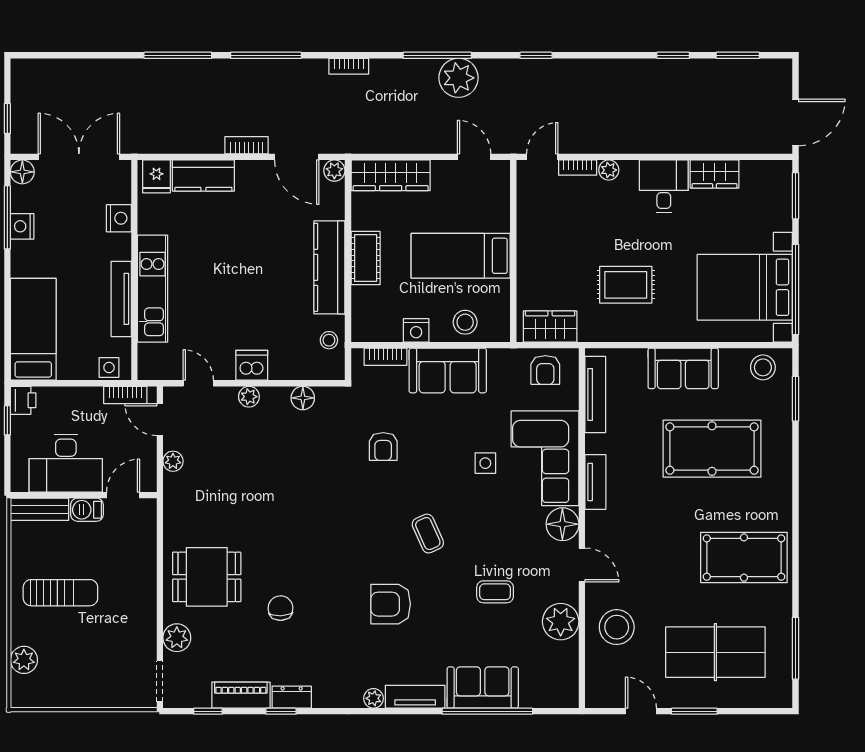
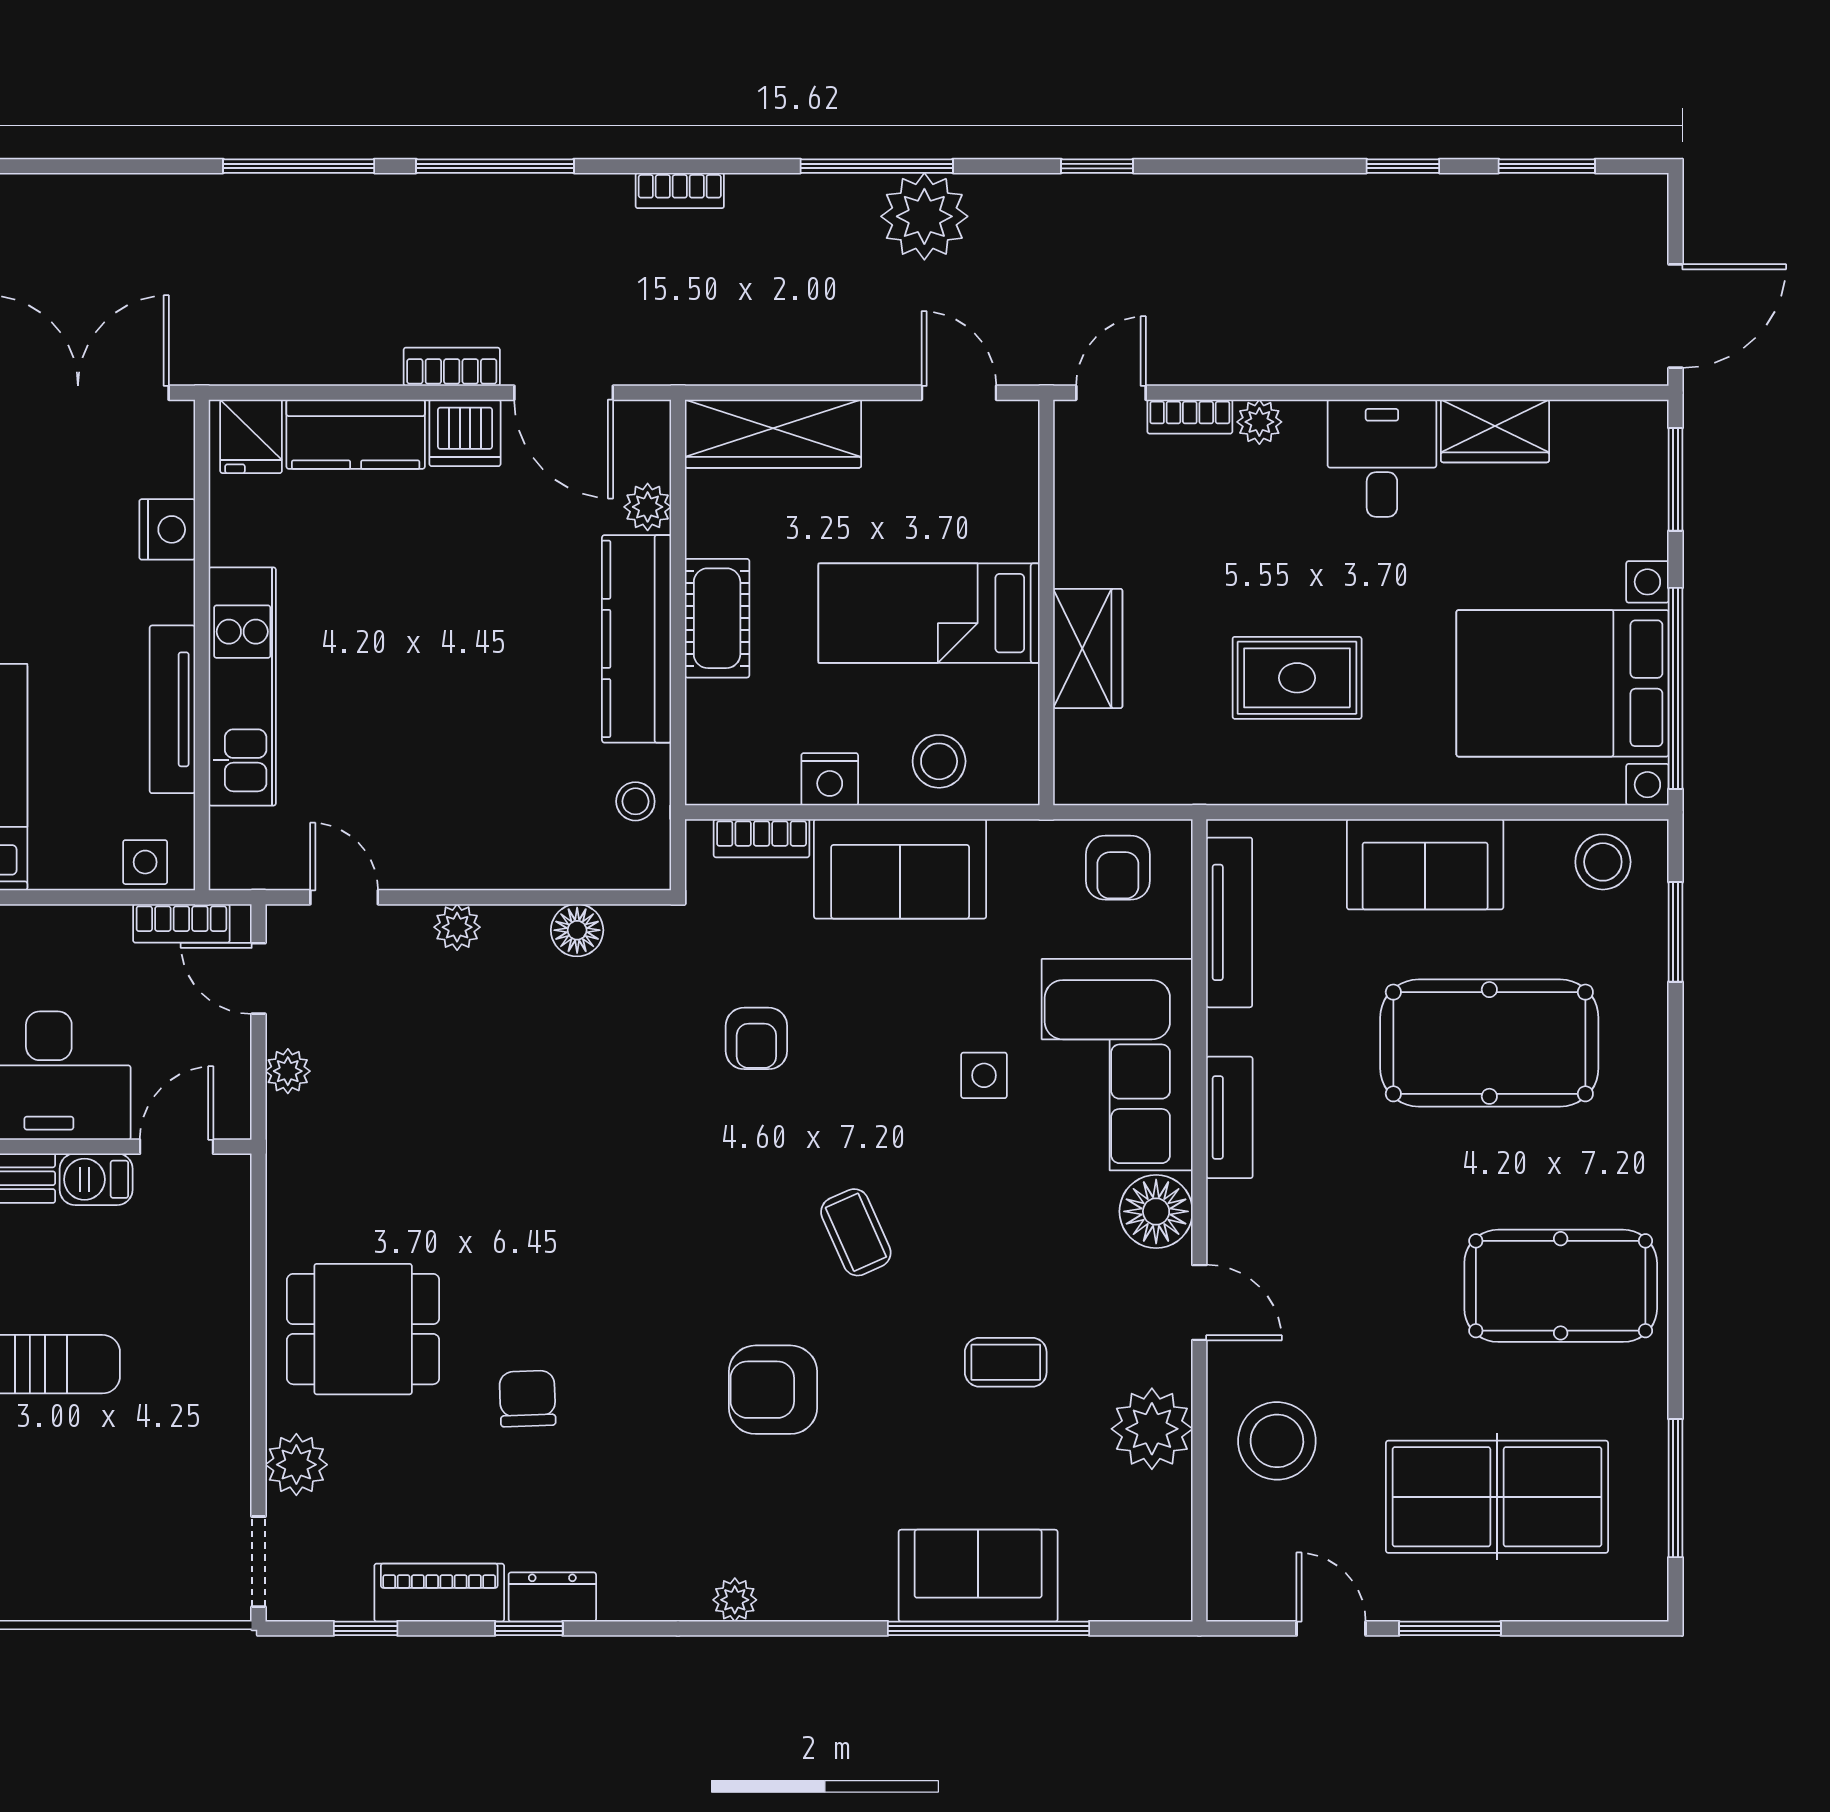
plant: (334, 171) -> (648, 507), moved
wardrobe: (550, 326) -> (1088, 648), moved, turned 90
dishwasher: (252, 365) -> (465, 433), moved, turned 180
tv unit: (415, 697) -> (828, 1596), removed

